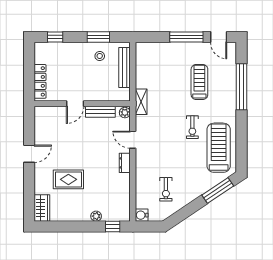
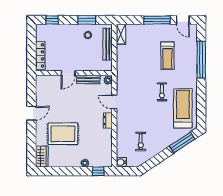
treadmill: (199, 82) -> (168, 56), turned 180
shelving: (141, 102) -> (121, 34), moved
rug: (68, 179) -> (63, 134), width x1.36, depth x1.43

